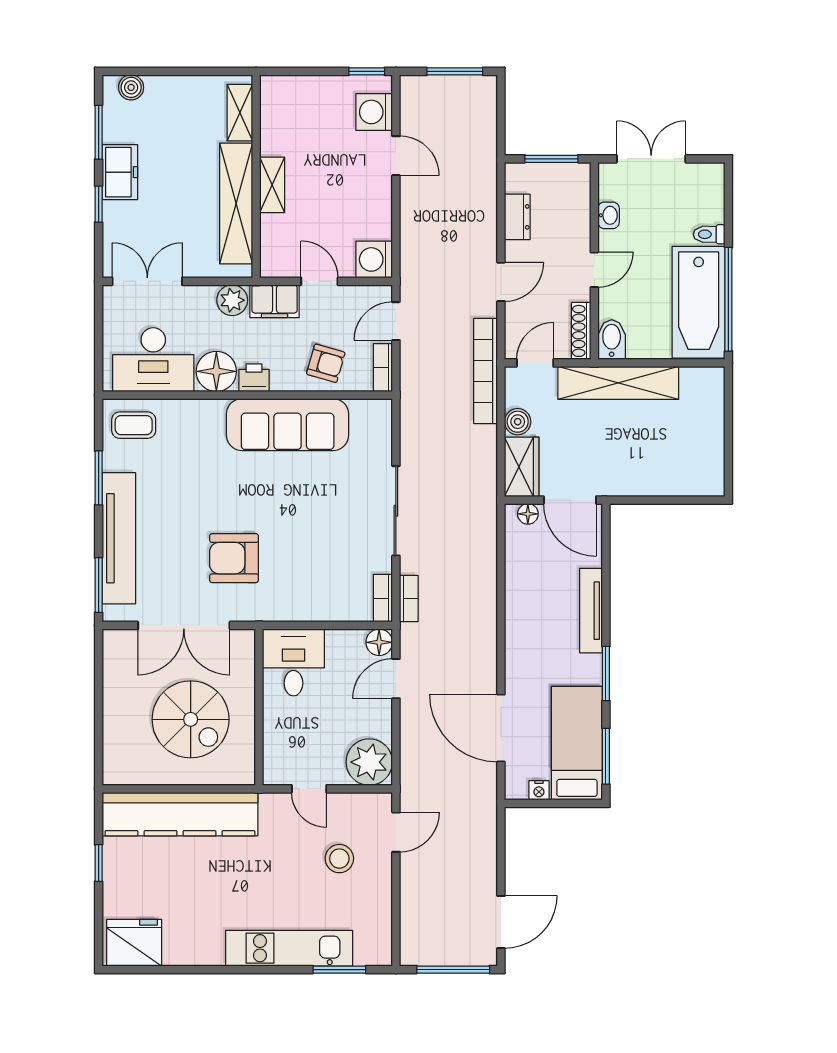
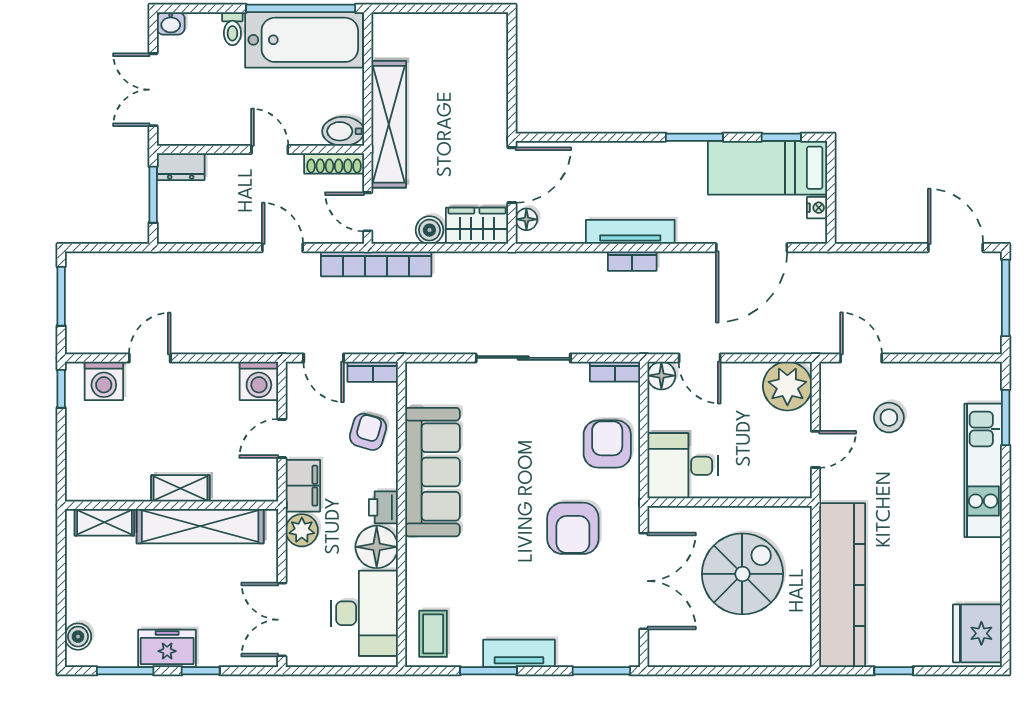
washbasin: (609, 215) -> (171, 23), moved, turned 180
dresser: (517, 217) -> (181, 167), moved, turned 180
tv unit: (119, 538) -> (519, 653), width x0.52, depth x0.78
armchair: (314, 591) -> (607, 444), added
bookcase: (409, 599) -> (632, 261), moved, turned 180
tv unit: (591, 611) -> (630, 232), moved, turned 180
window: (606, 756) -> (781, 137), width x0.67

